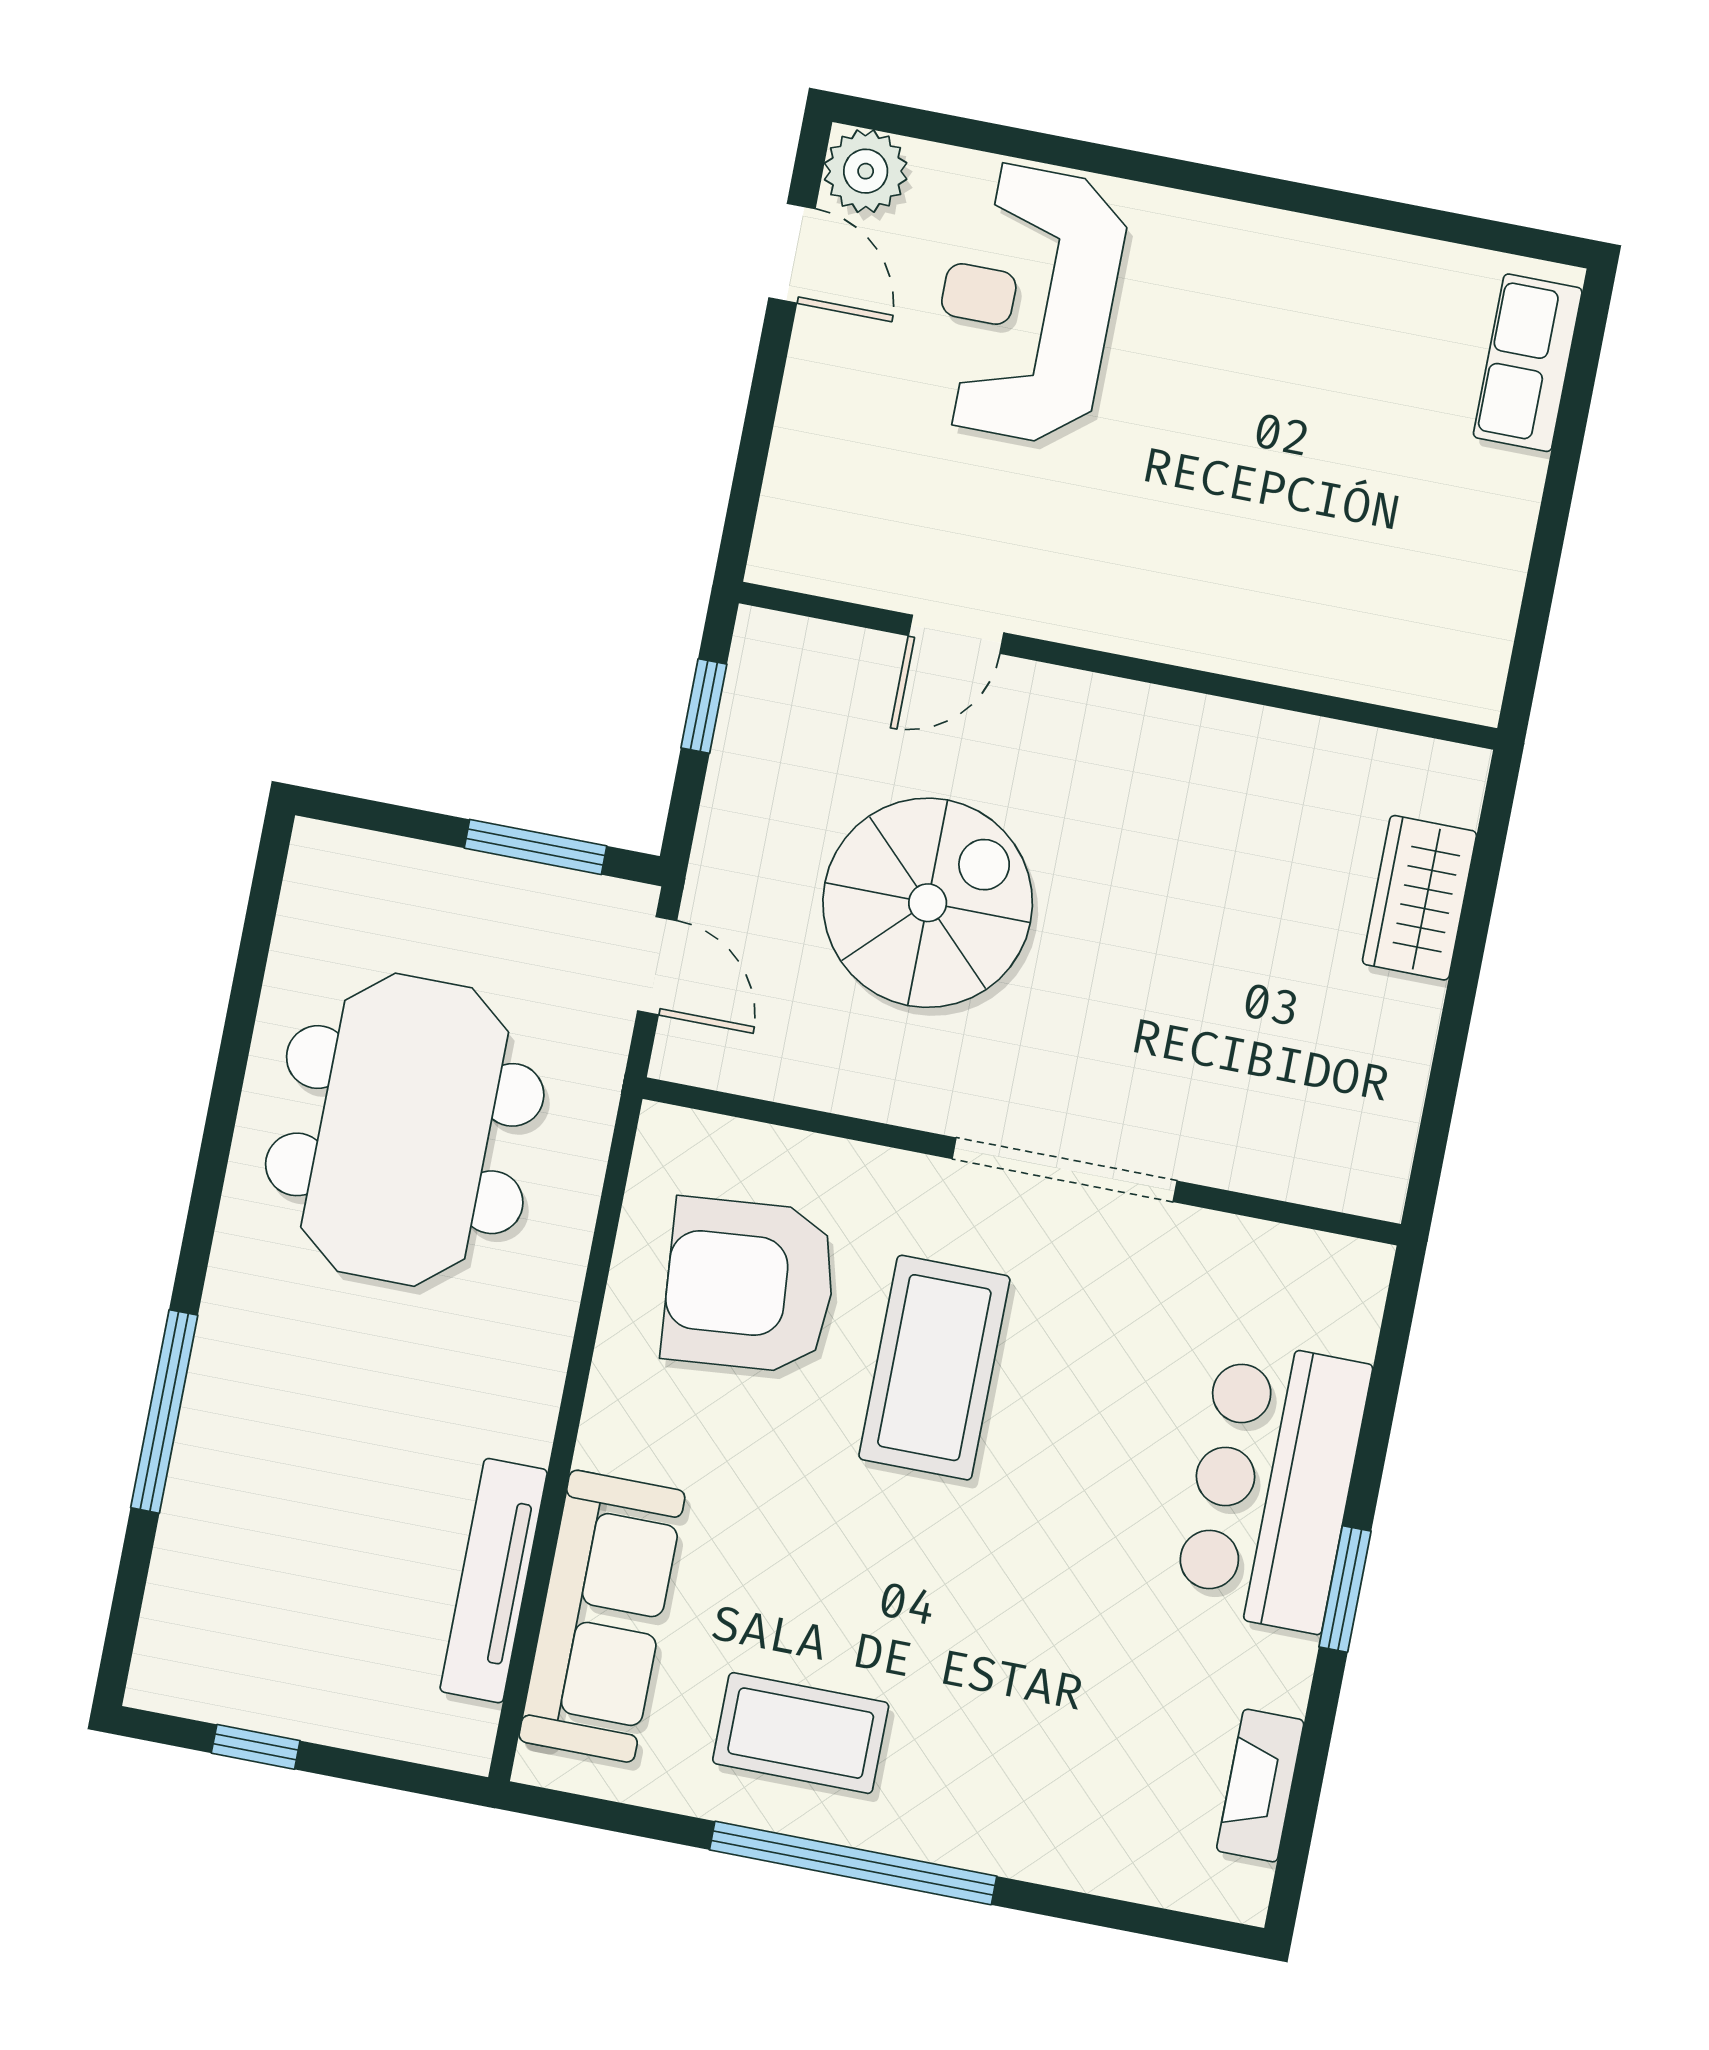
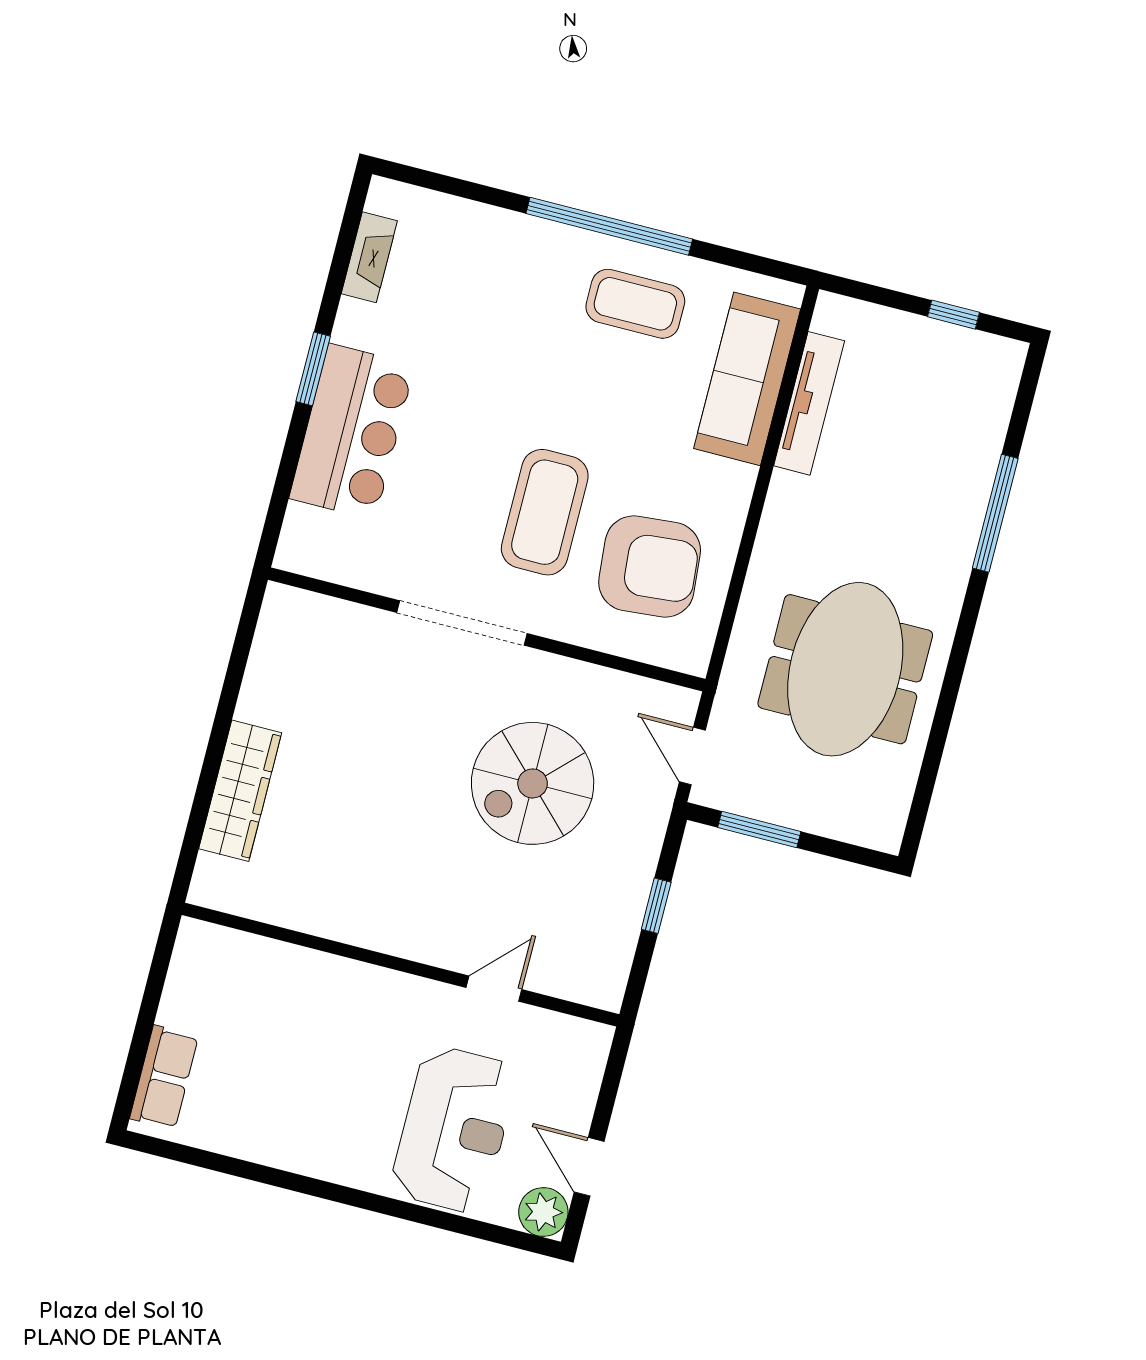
door: (956, 634) -> (494, 989), moved
wall: (1118, 666) -> (401, 965), moved
wardrobe: (1419, 898) -> (240, 791), width x1.50

